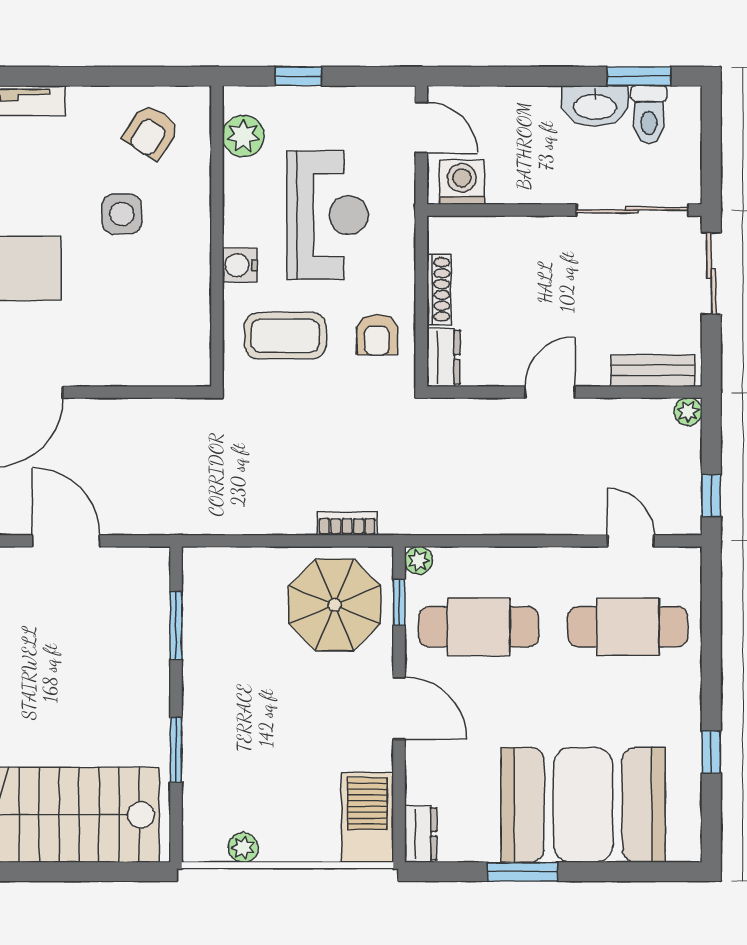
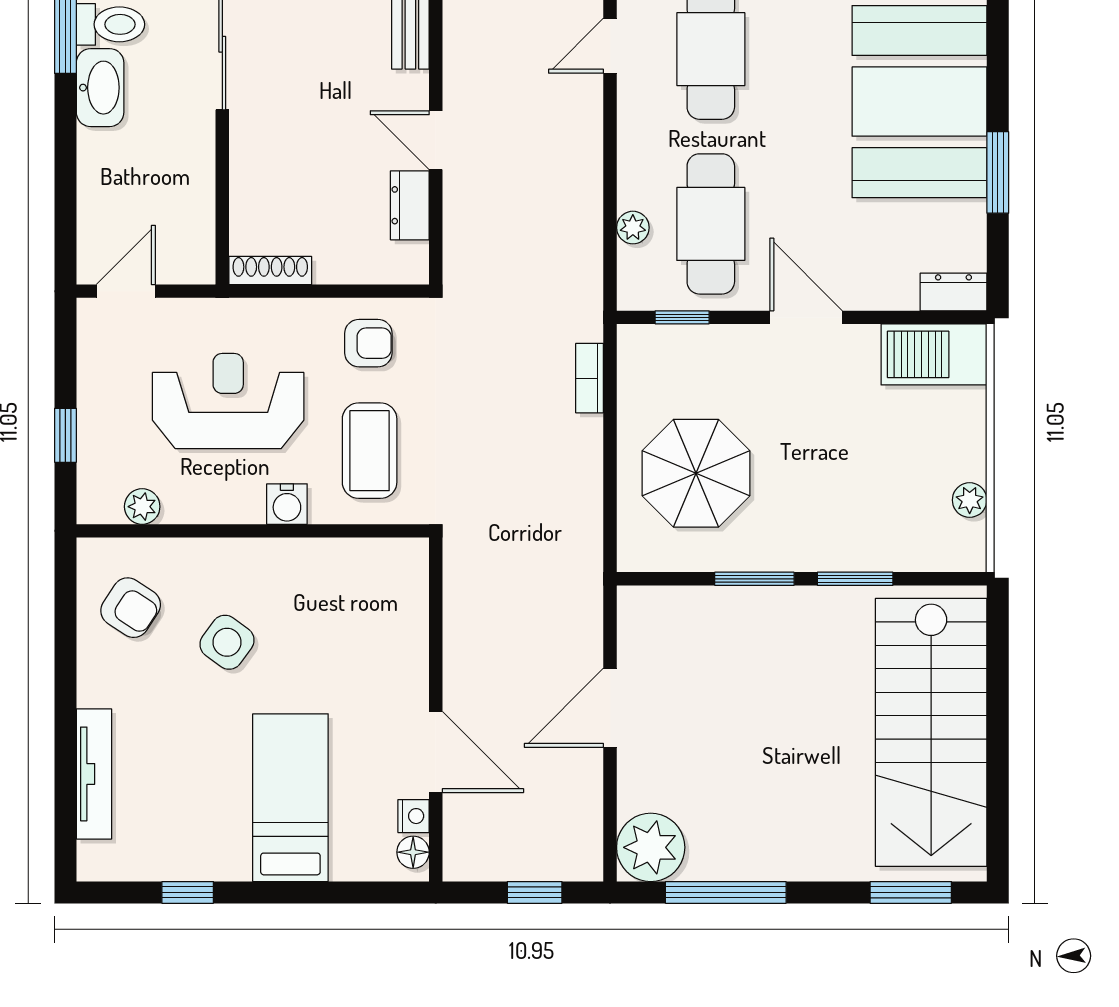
plant: (243, 136) -> (142, 507), width x0.73, depth x0.73
washing machine: (462, 182) -> (190, 244), removed
side table: (122, 214) -> (227, 642), turned 36
shoe rack: (439, 289) -> (270, 271), moved
dresser: (443, 357) -> (410, 205), moved, turned -90
plant: (418, 560) -> (633, 228), moved
parasol: (335, 605) -> (696, 473), moved
window: (176, 625) -> (754, 579), moved
door: (399, 708) -> (806, 317), hinge flipped

